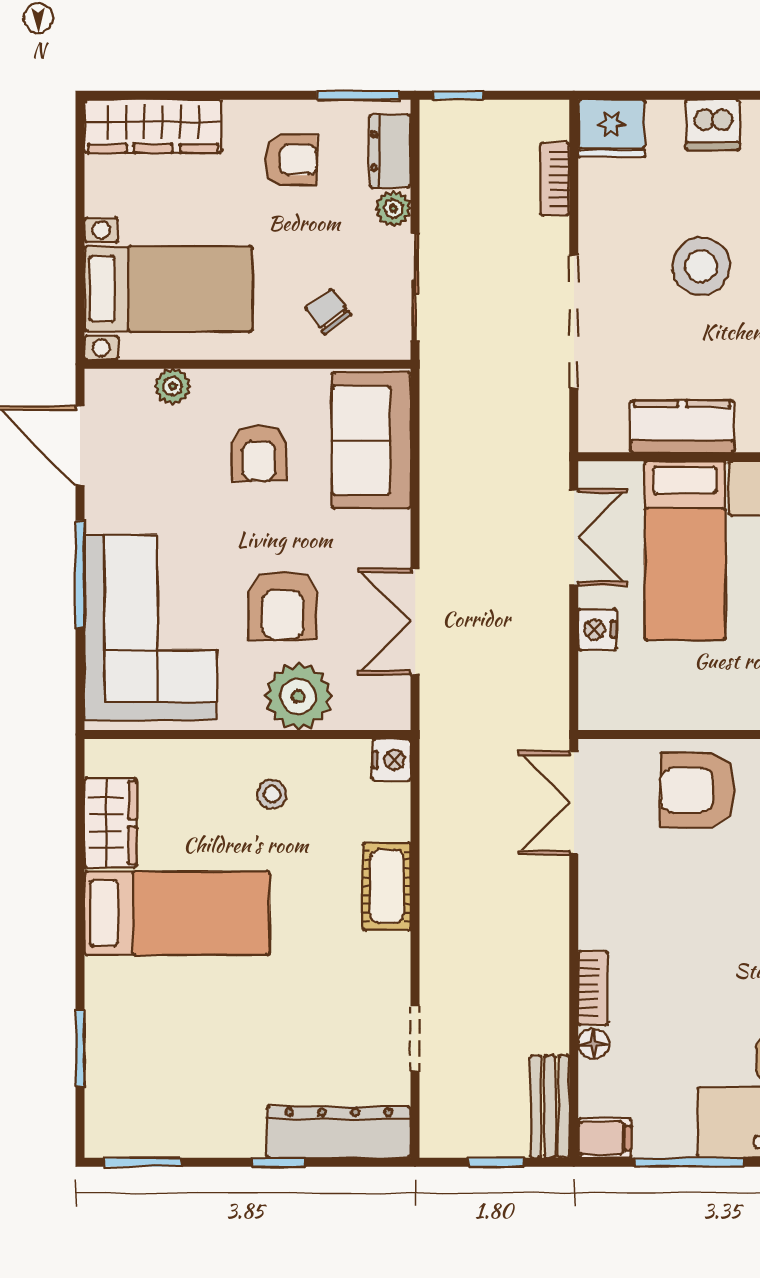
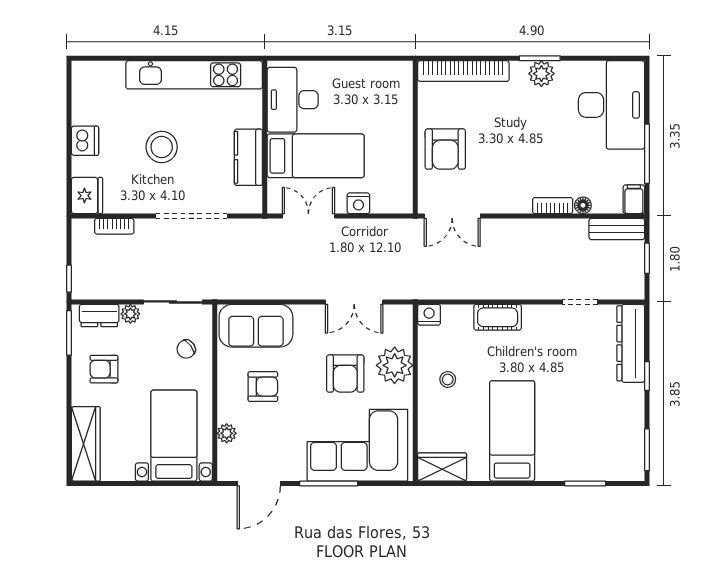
armchair: (291, 160) -> (104, 369), turned -90
armchair: (283, 605) -> (345, 374), turned 90
wardrobe: (111, 823) -> (442, 467), moved

